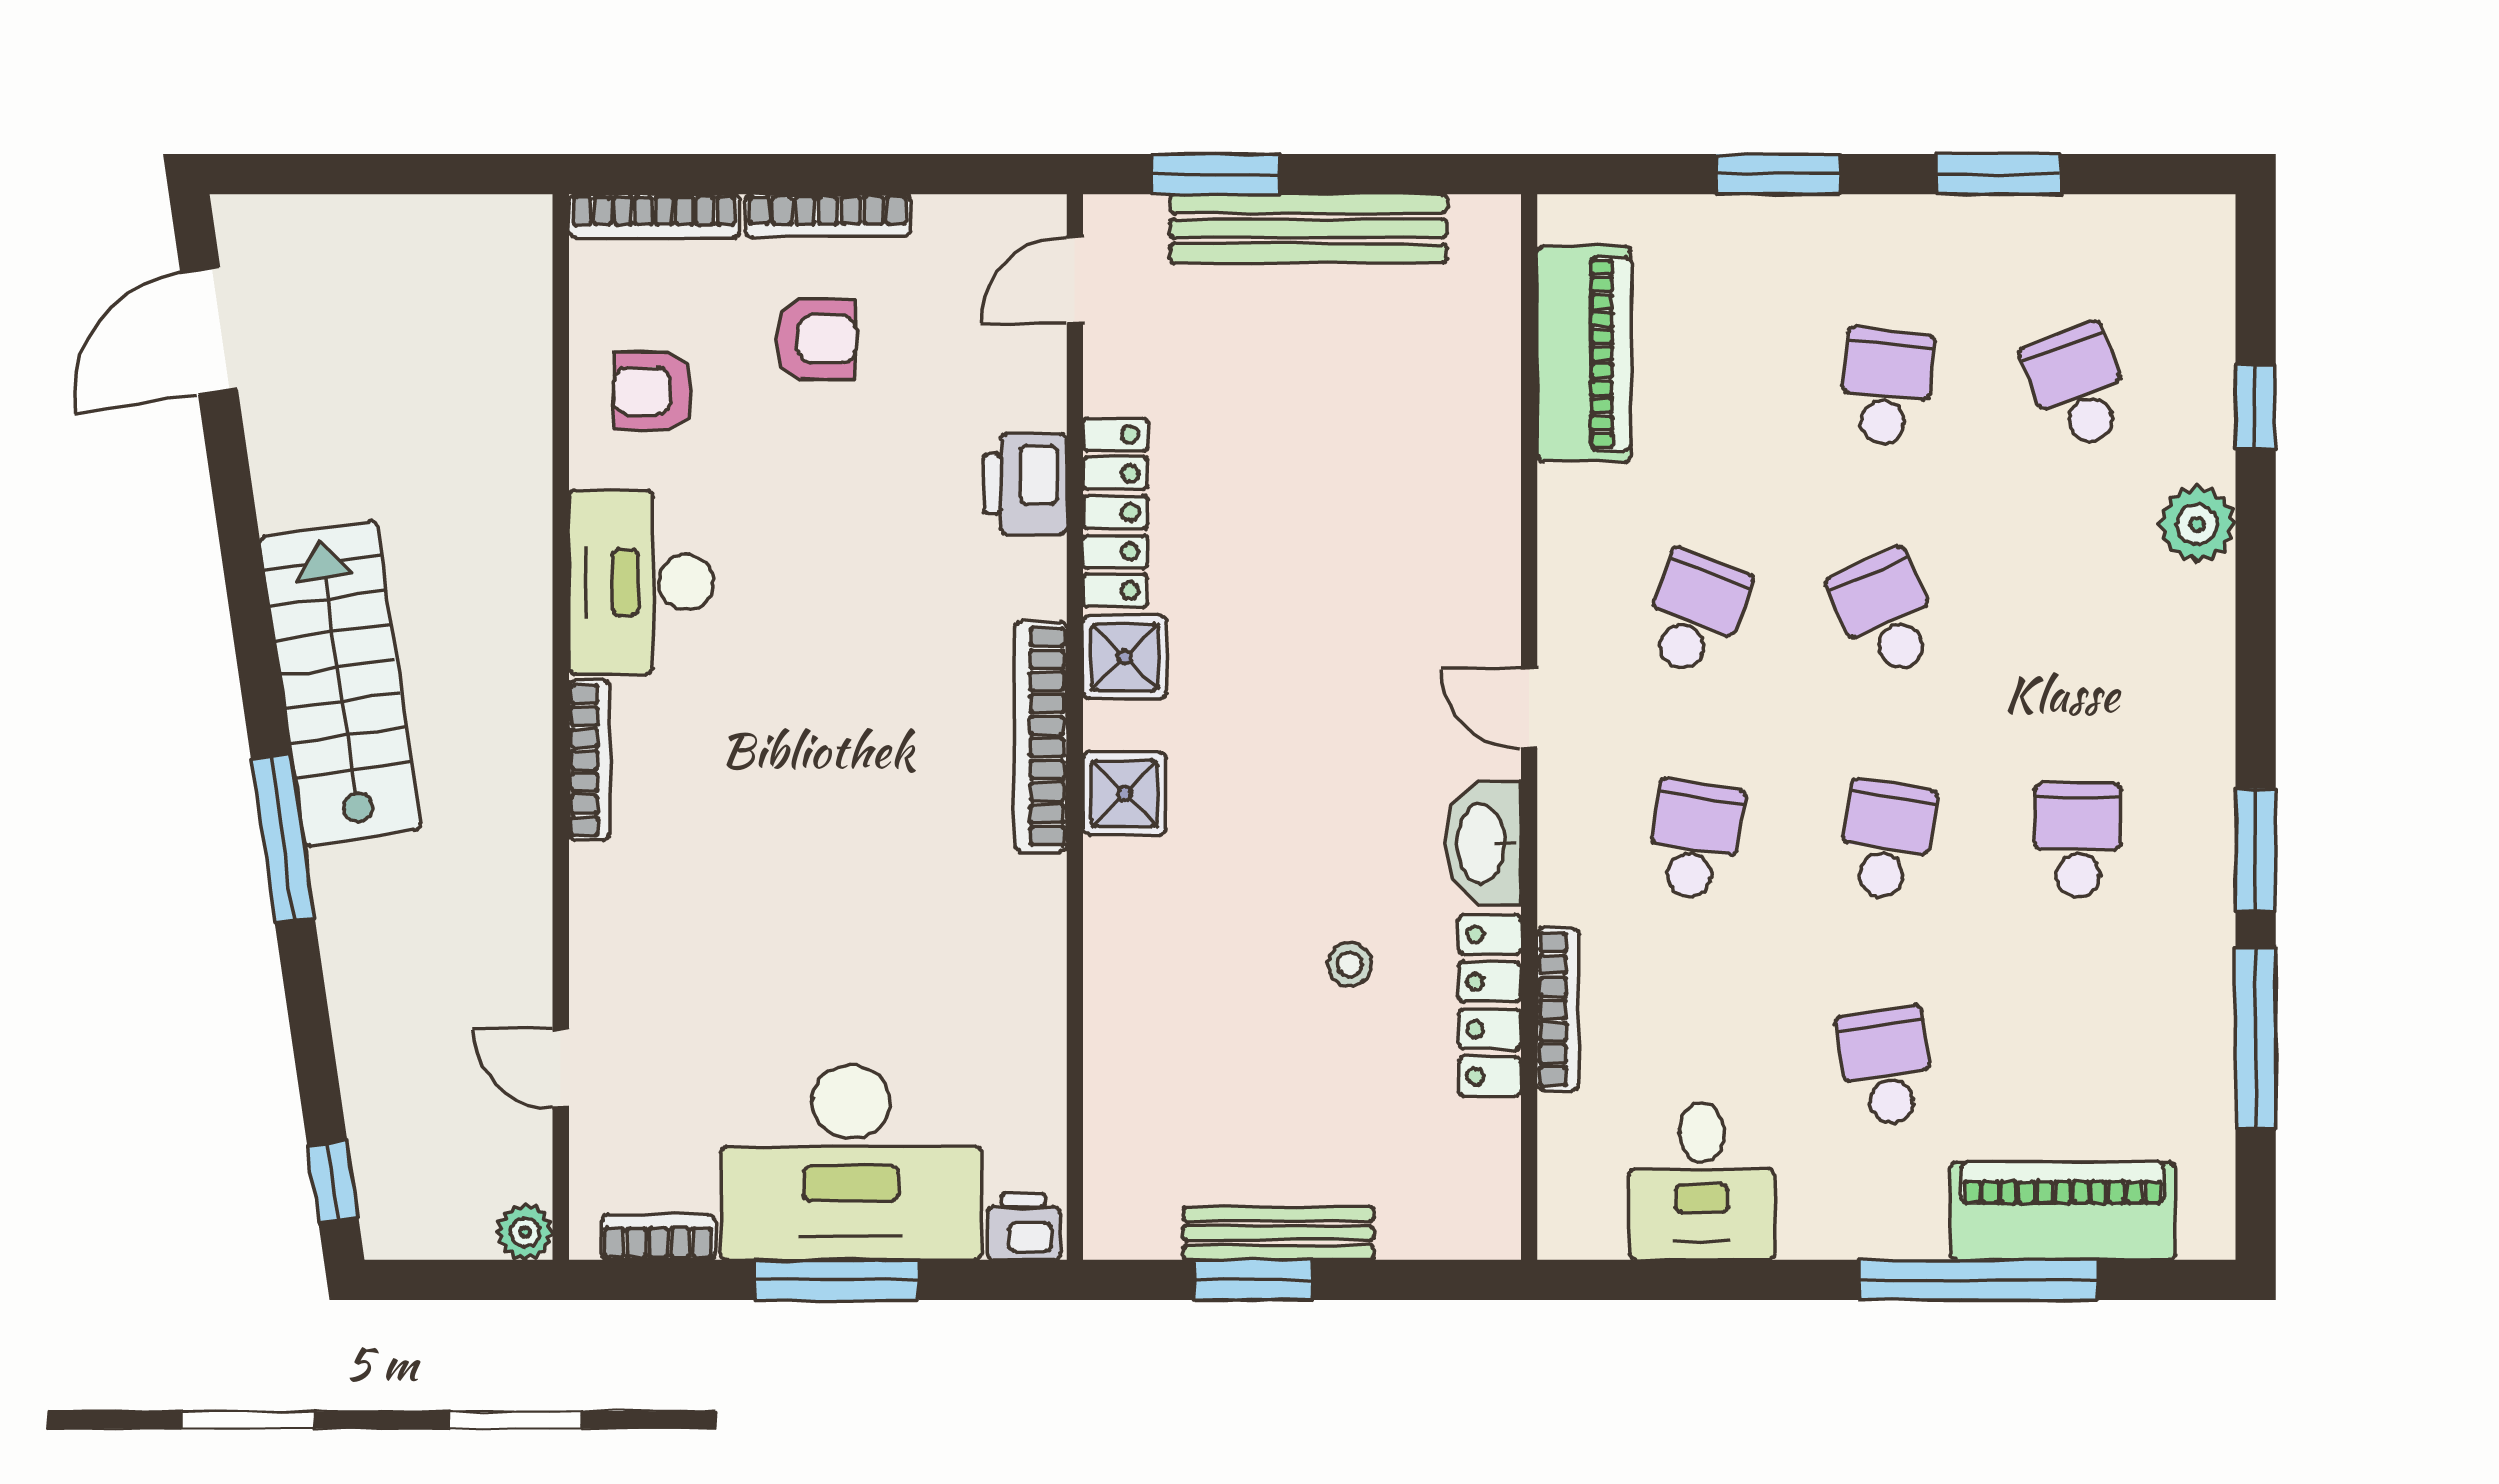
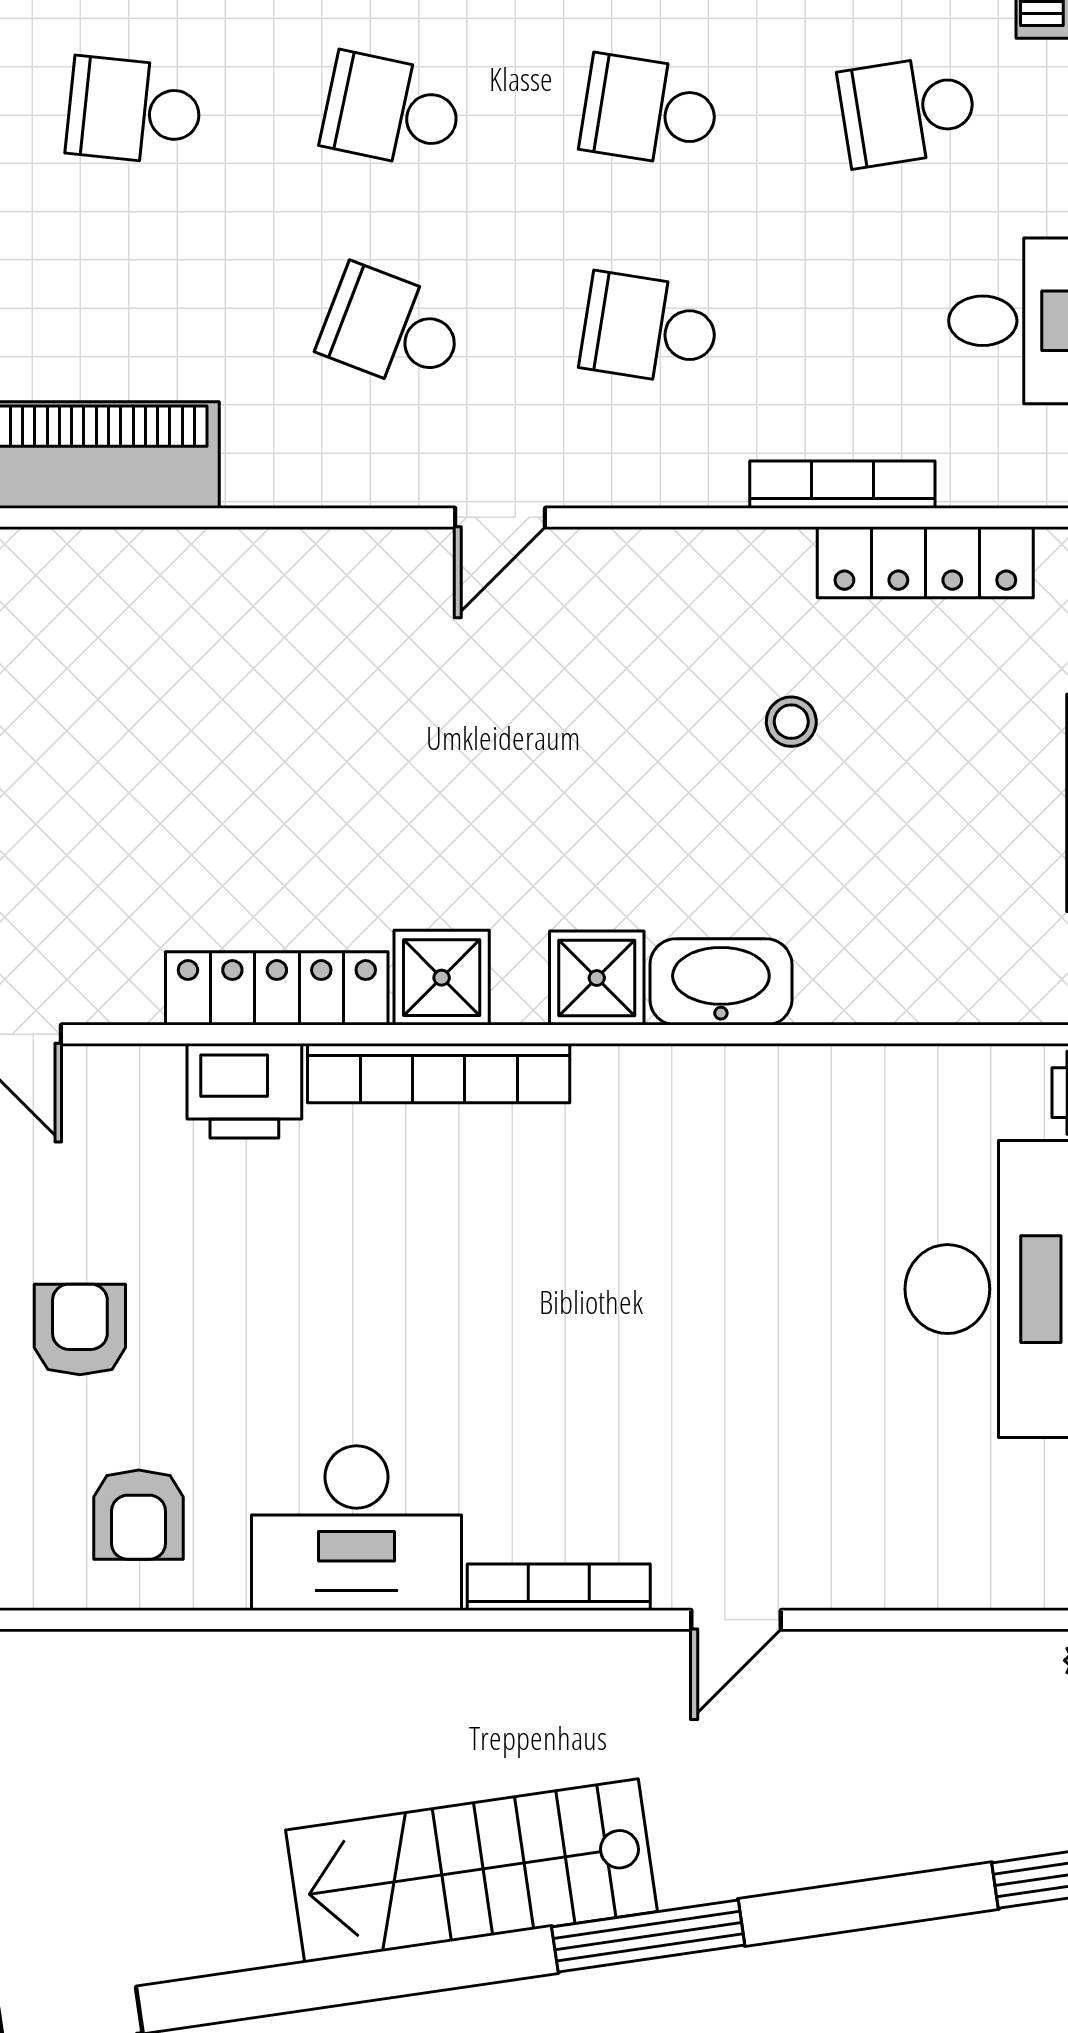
school desk: (1886, 614) -> (392, 111), turned 36
bookcase: (1041, 737) -> (439, 1073), moved
washbasin: (1483, 843) -> (721, 982), moved, turned 180
locker: (1490, 1005) -> (925, 562), moved
door: (561, 1069) -> (736, 1620), moved

